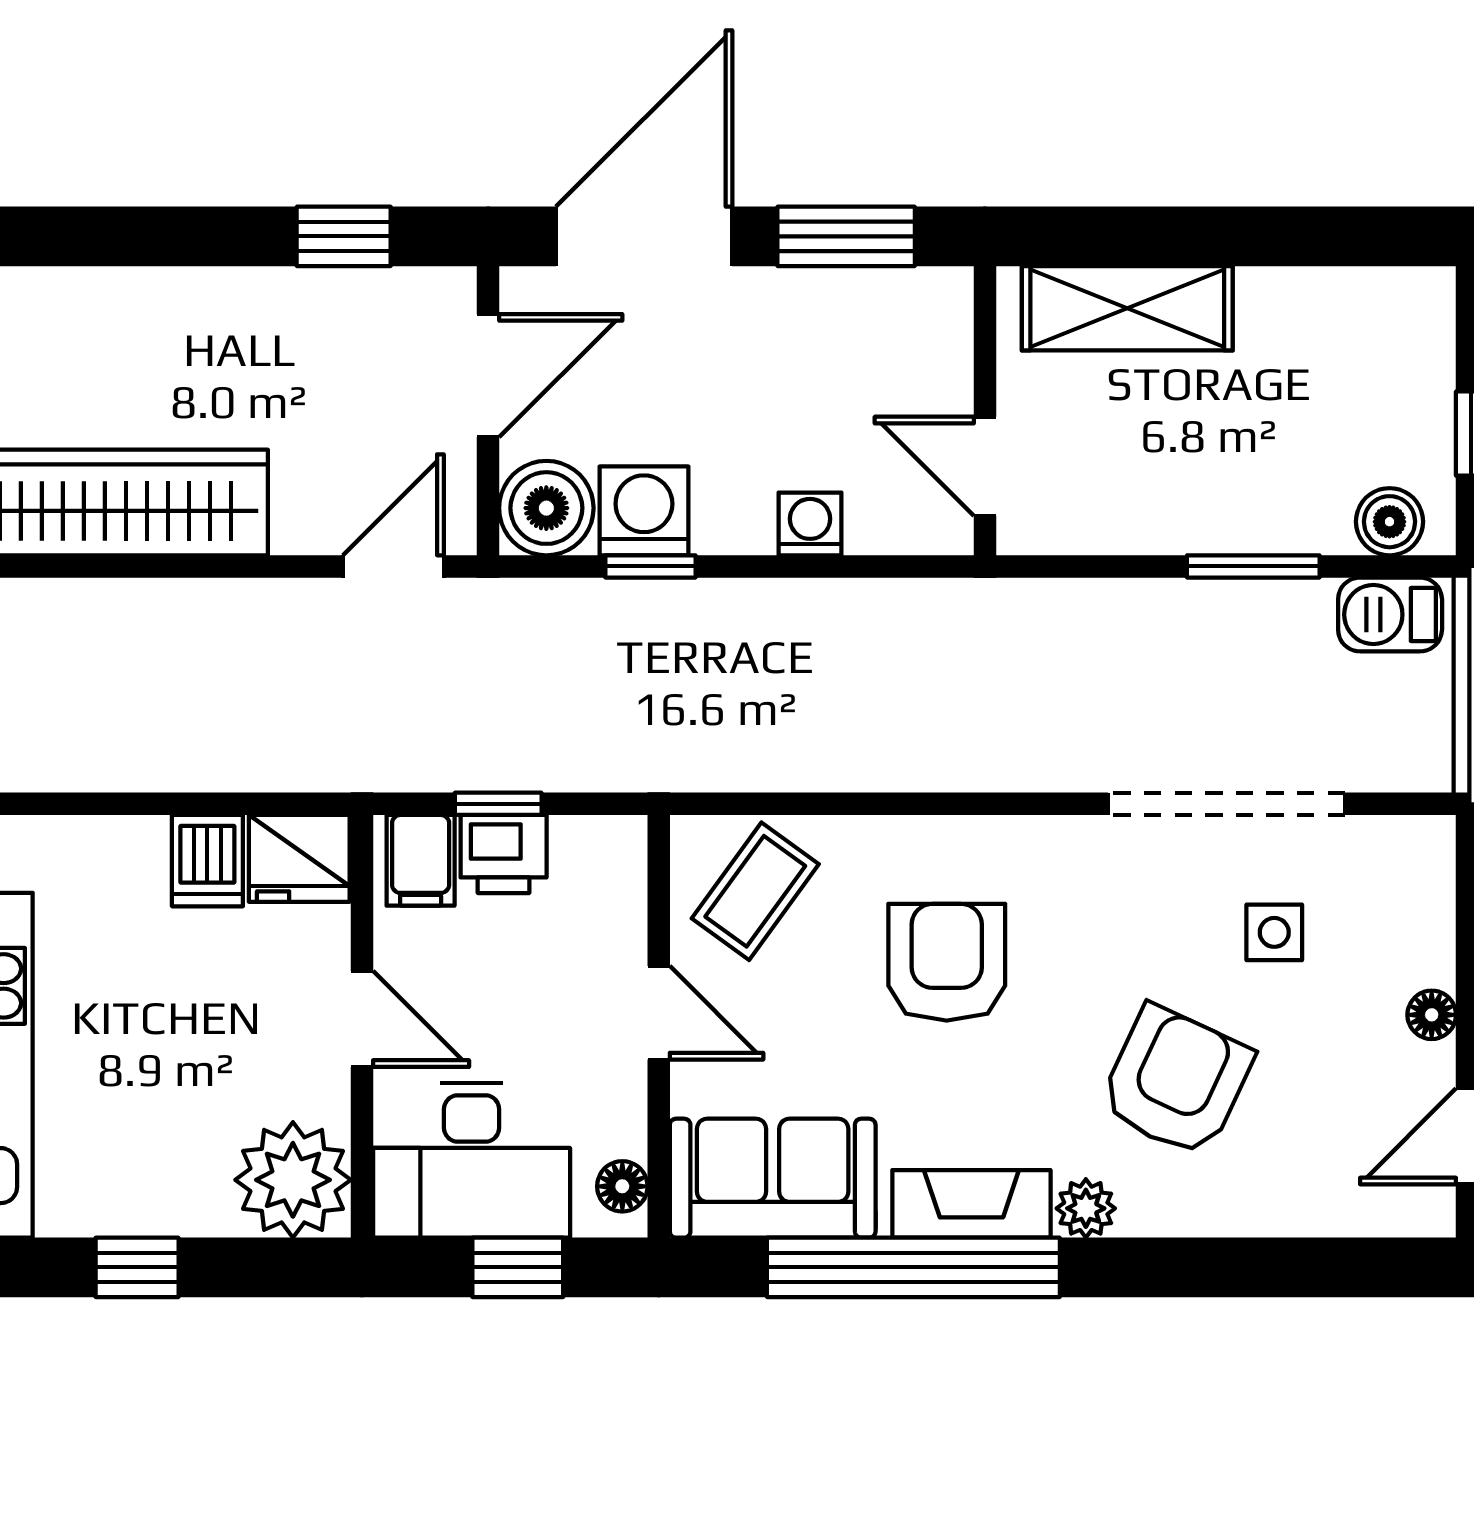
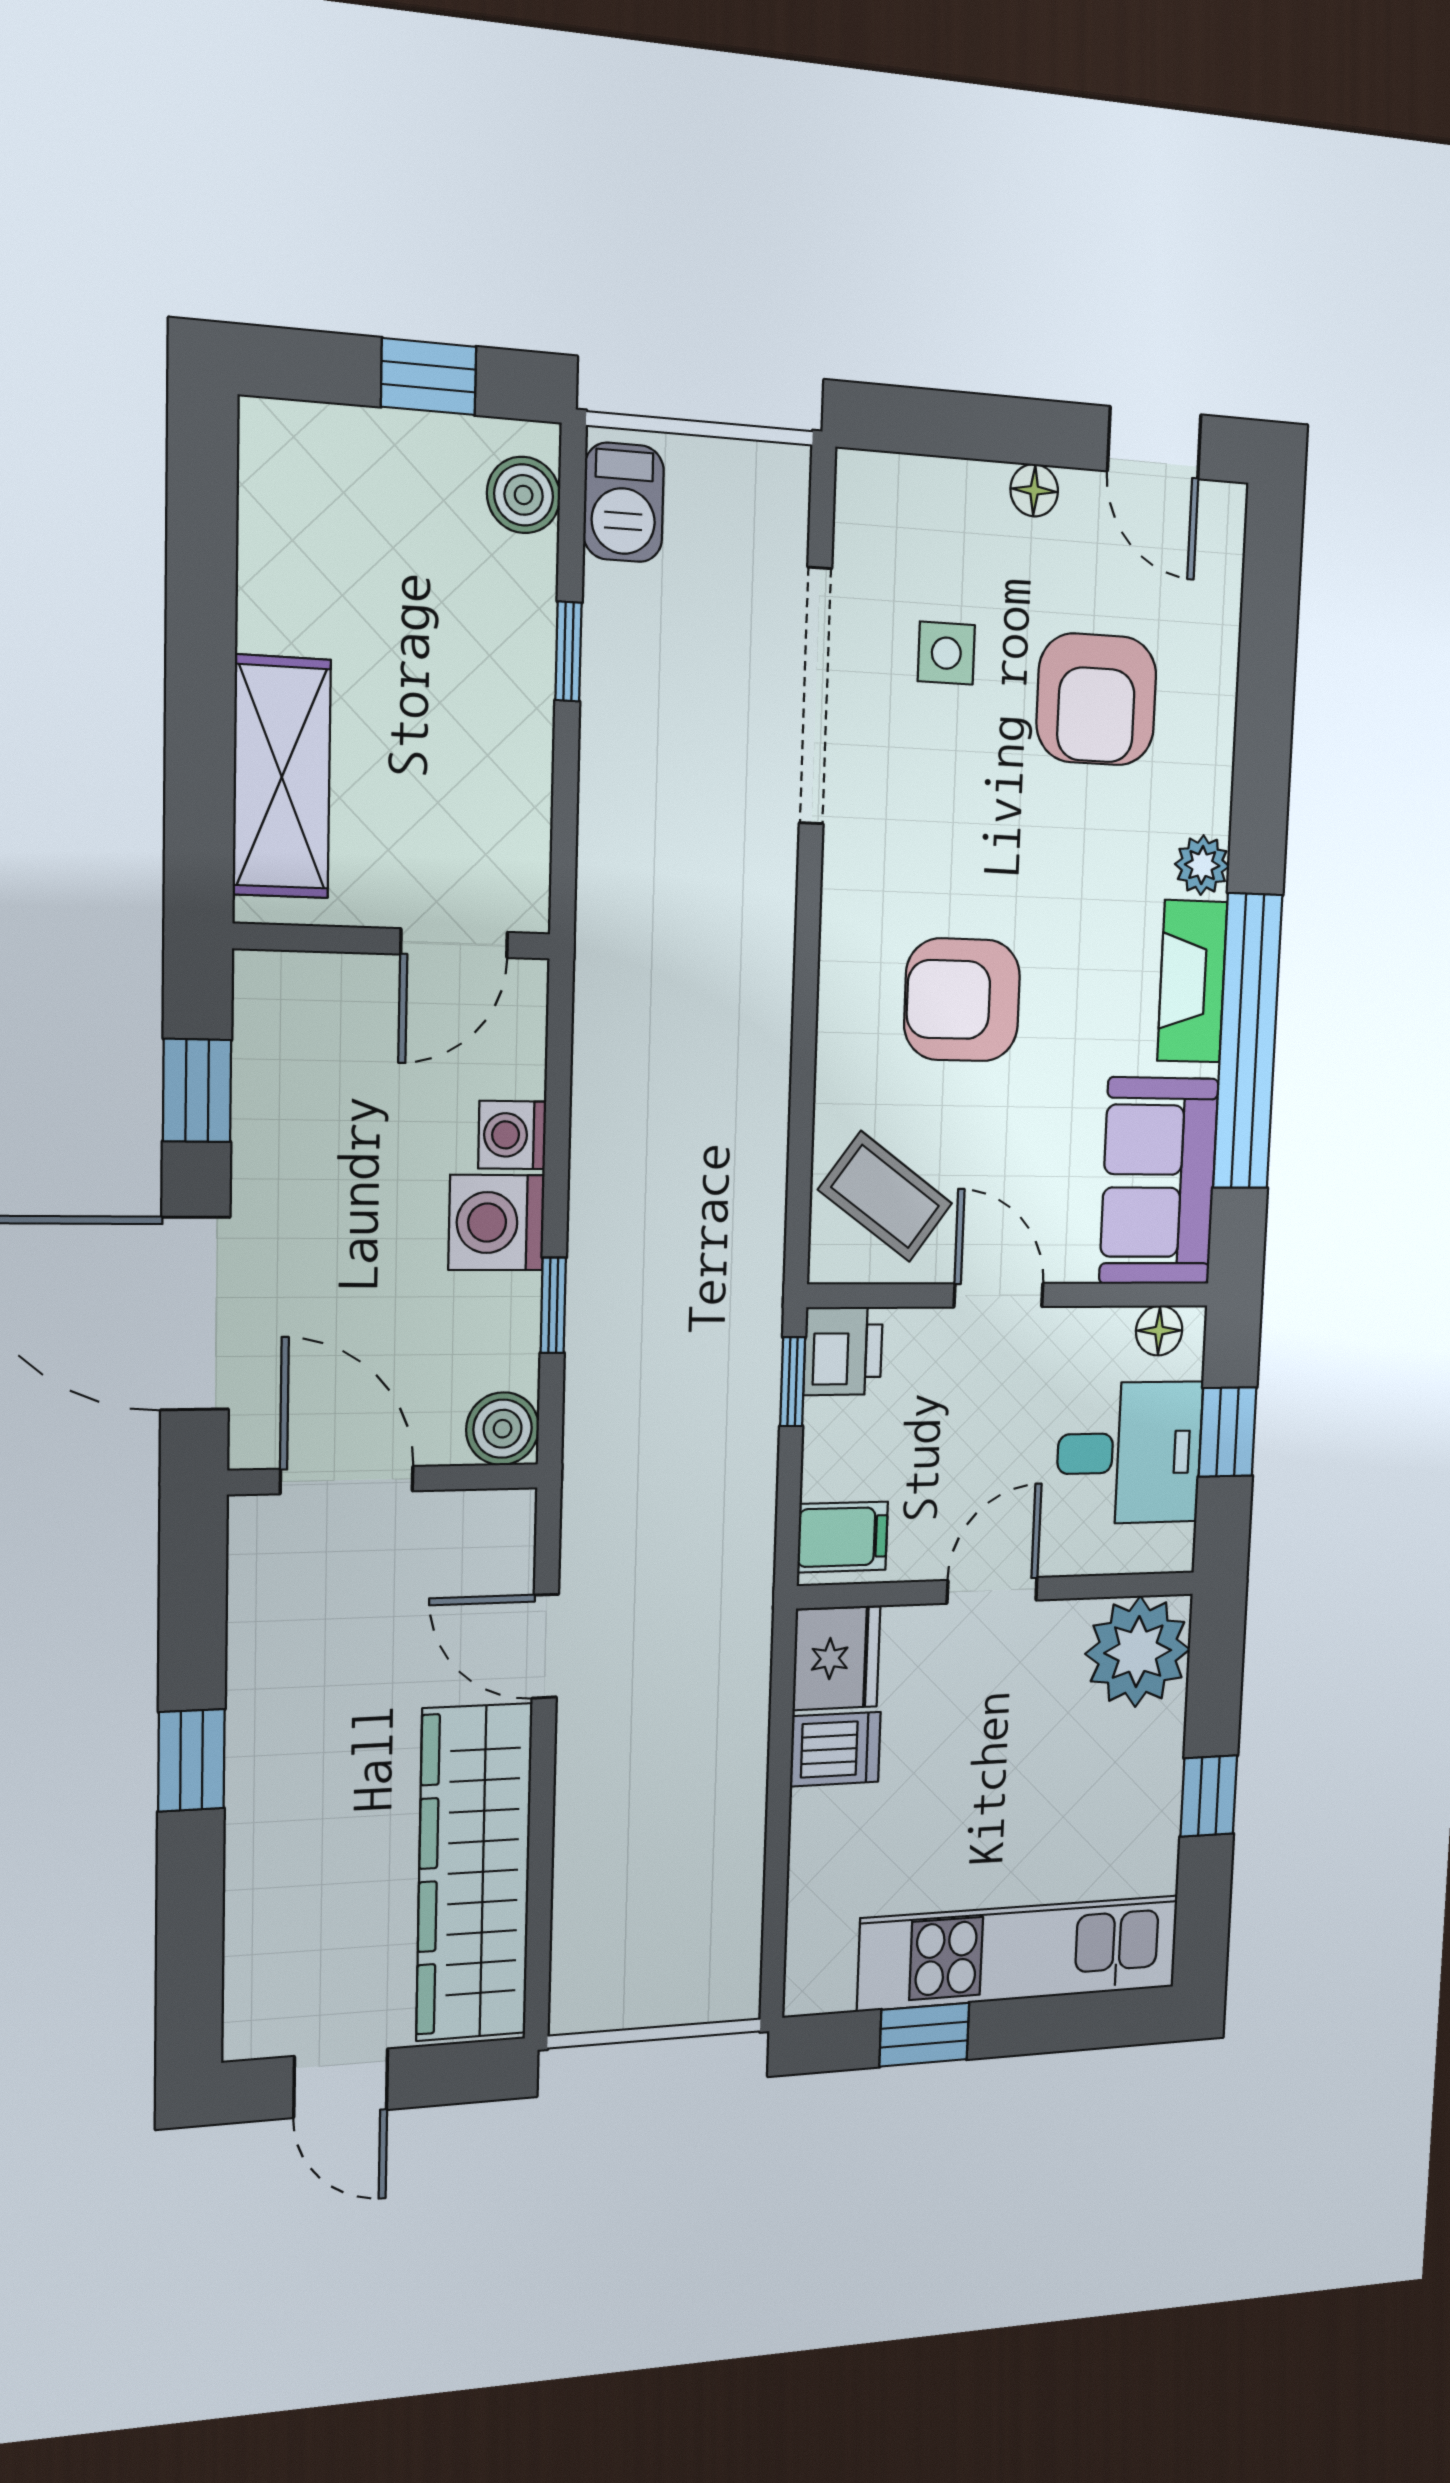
window: (344, 236) -> (191, 1760), moved
window: (846, 236) -> (197, 1091), width x0.67
boiler: (546, 508) -> (503, 1429), width x0.73, depth x0.73
washing machine: (644, 511) -> (497, 1223), moved
door: (393, 566) -> (545, 1646), moved
window: (1253, 566) -> (568, 652), width x0.67
window: (498, 804) -> (793, 1382), moved
printer: (504, 854) -> (843, 1351), moved
door: (659, 1013) -> (999, 1295), hinge flipped
armchair: (1176, 1081) -> (1096, 699), moved, turned -115
desk: (472, 1160) -> (1129, 1453), width x0.73

